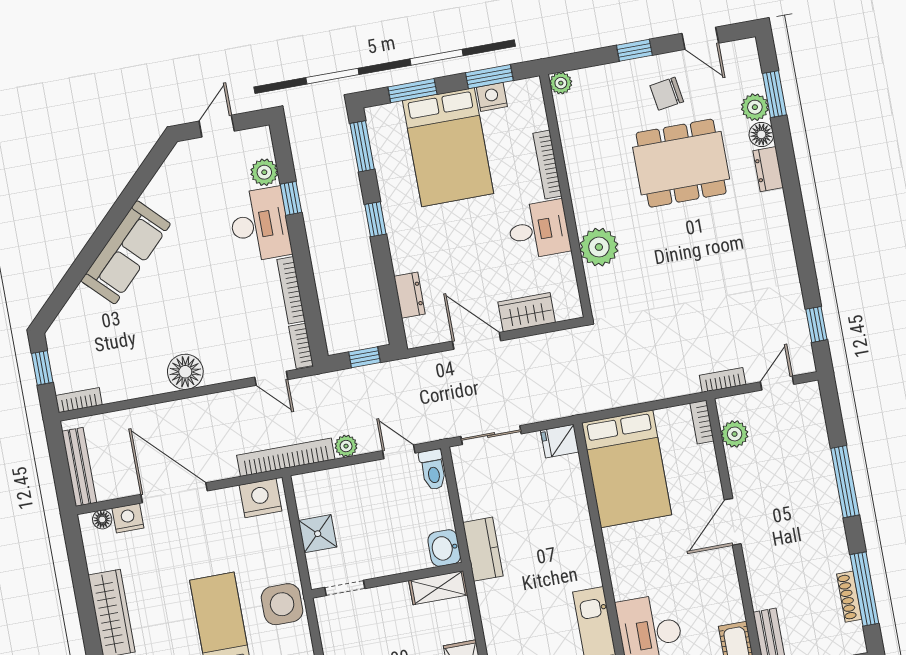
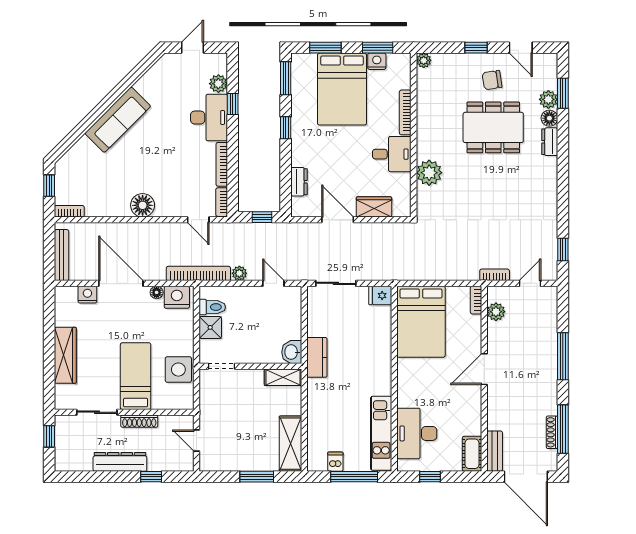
toilet: (433, 470) -> (212, 307), moved, turned -90
floor lamp: (102, 519) -> (157, 292), moved

